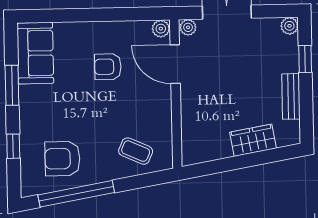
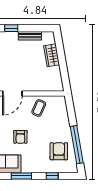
armchair: (108, 67) -> (20, 137), moved
coffee table: (136, 151) -> (39, 108), moved
armchair: (62, 159) -> (59, 151), turned 180

